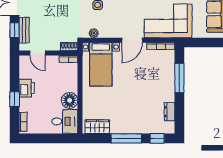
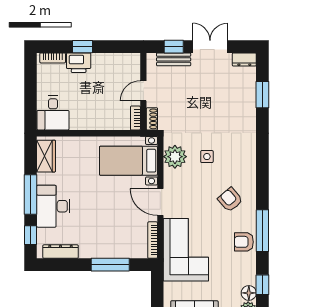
plant: (94, 33) -> (175, 157), width x1.88, depth x1.88
door: (37, 53) -> (143, 91), moved
printer: (27, 88) -> (79, 63), moved
floor lamp: (70, 100) -> (81, 119), removed
dresser: (170, 112) -> (61, 252), width x1.44
desk: (135, 121) -> (53, 206), added

